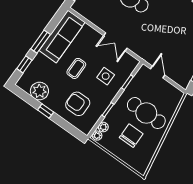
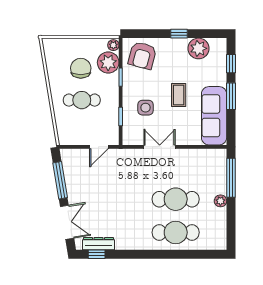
door: (158, 72) -> (99, 147), hinge flipped
armchair: (78, 104) -> (142, 55), moved, turned 105
cafe table: (146, 113) -> (82, 100), width x0.73, depth x0.74
plant: (103, 127) -> (108, 63), width x1.88, depth x1.88
chair: (131, 136) -> (81, 68), turned 180

